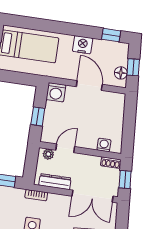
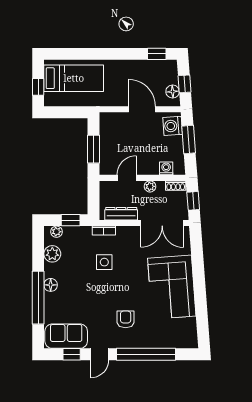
nightstand: (83, 45) -> (129, 68), removed
washing machine: (56, 92) -> (173, 126), moved, turned 86
window: (38, 116) -> (94, 149), width x1.50
window: (129, 121) -> (189, 139), added
plant: (48, 154) -> (150, 186), moved

